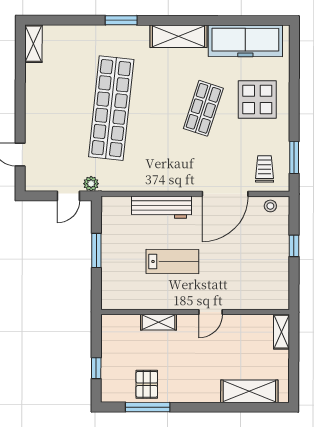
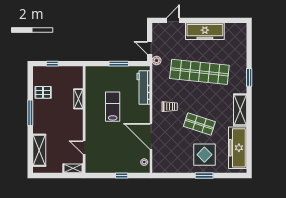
shelving: (33, 44) -> (236, 28), removed
freezer: (39, 98) -> (205, 31), added
window: (294, 157) -> (204, 175), moved
trolley: (264, 169) -> (170, 107), moved
workbench: (161, 207) -> (143, 87), moved
lab bench: (172, 261) -> (113, 107), turned 180
door: (211, 312) -> (84, 148), moved
window: (148, 407) -> (30, 113), moved

